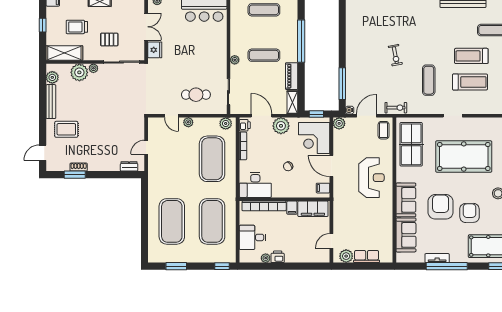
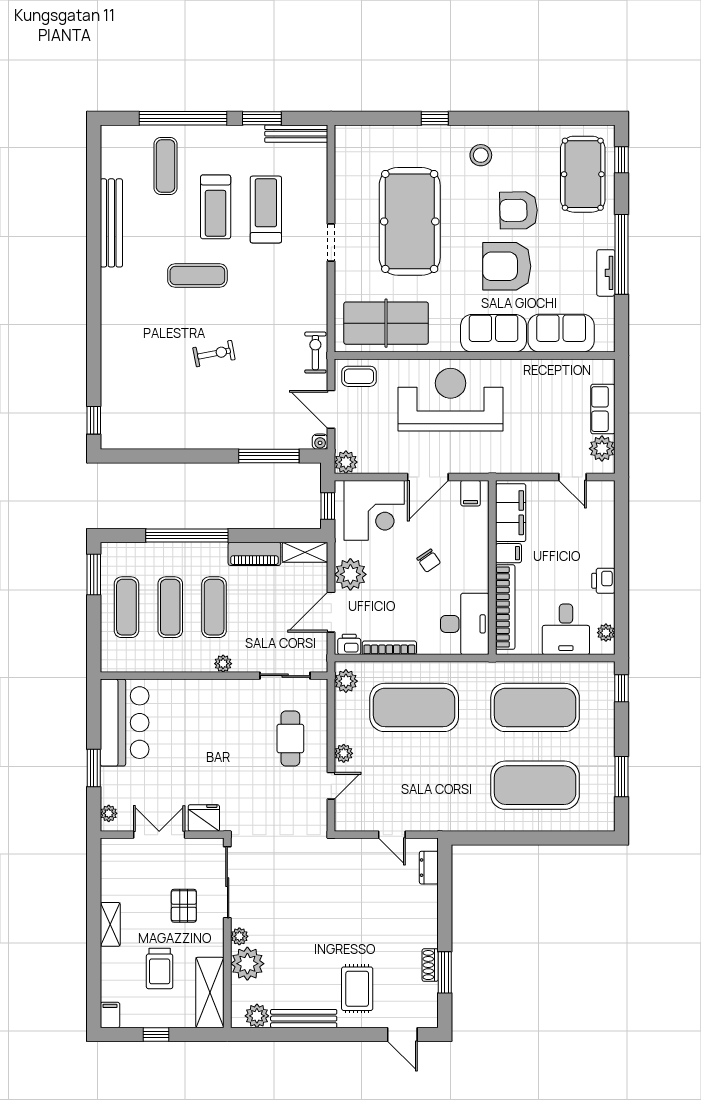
exercise mat: (264, 32) -> (170, 607), added
exercise mat: (429, 80) -> (197, 276), moved
reception desk: (371, 178) -> (451, 400), width x1.36, depth x1.30
plant: (266, 258) -> (606, 633), moved

